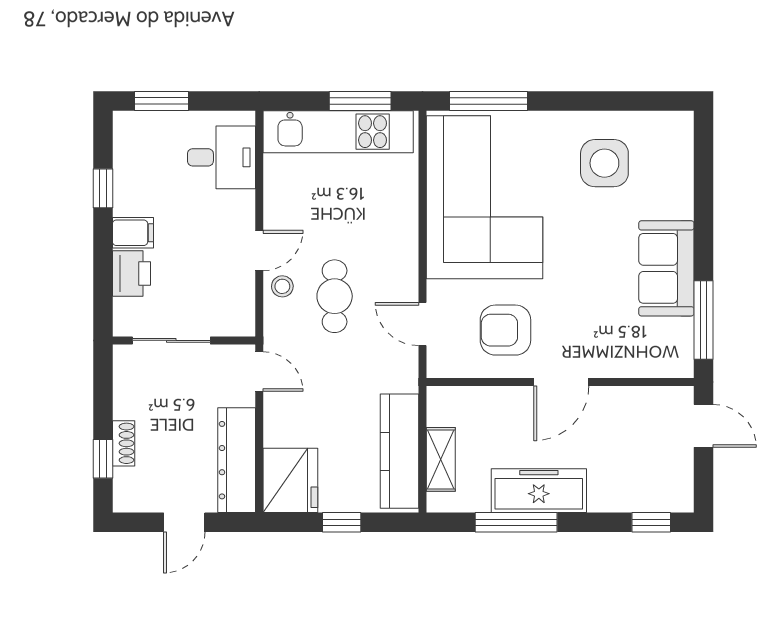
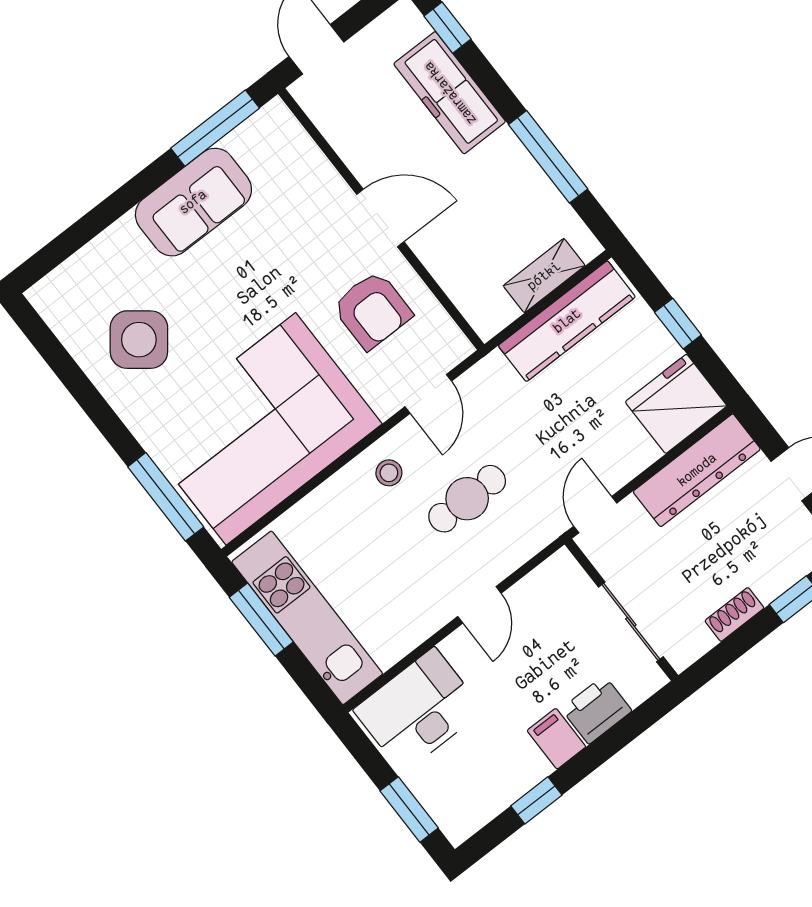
desk: (221, 157) -> (418, 710), width x1.37
side table: (604, 163) -> (139, 340), turned 38
door: (259, 250) -> (479, 605), swing flipped
stool: (282, 286) -> (389, 473), moved
shoe rack: (124, 443) -> (734, 614), moved
freezer: (539, 491) -> (450, 93), moved

